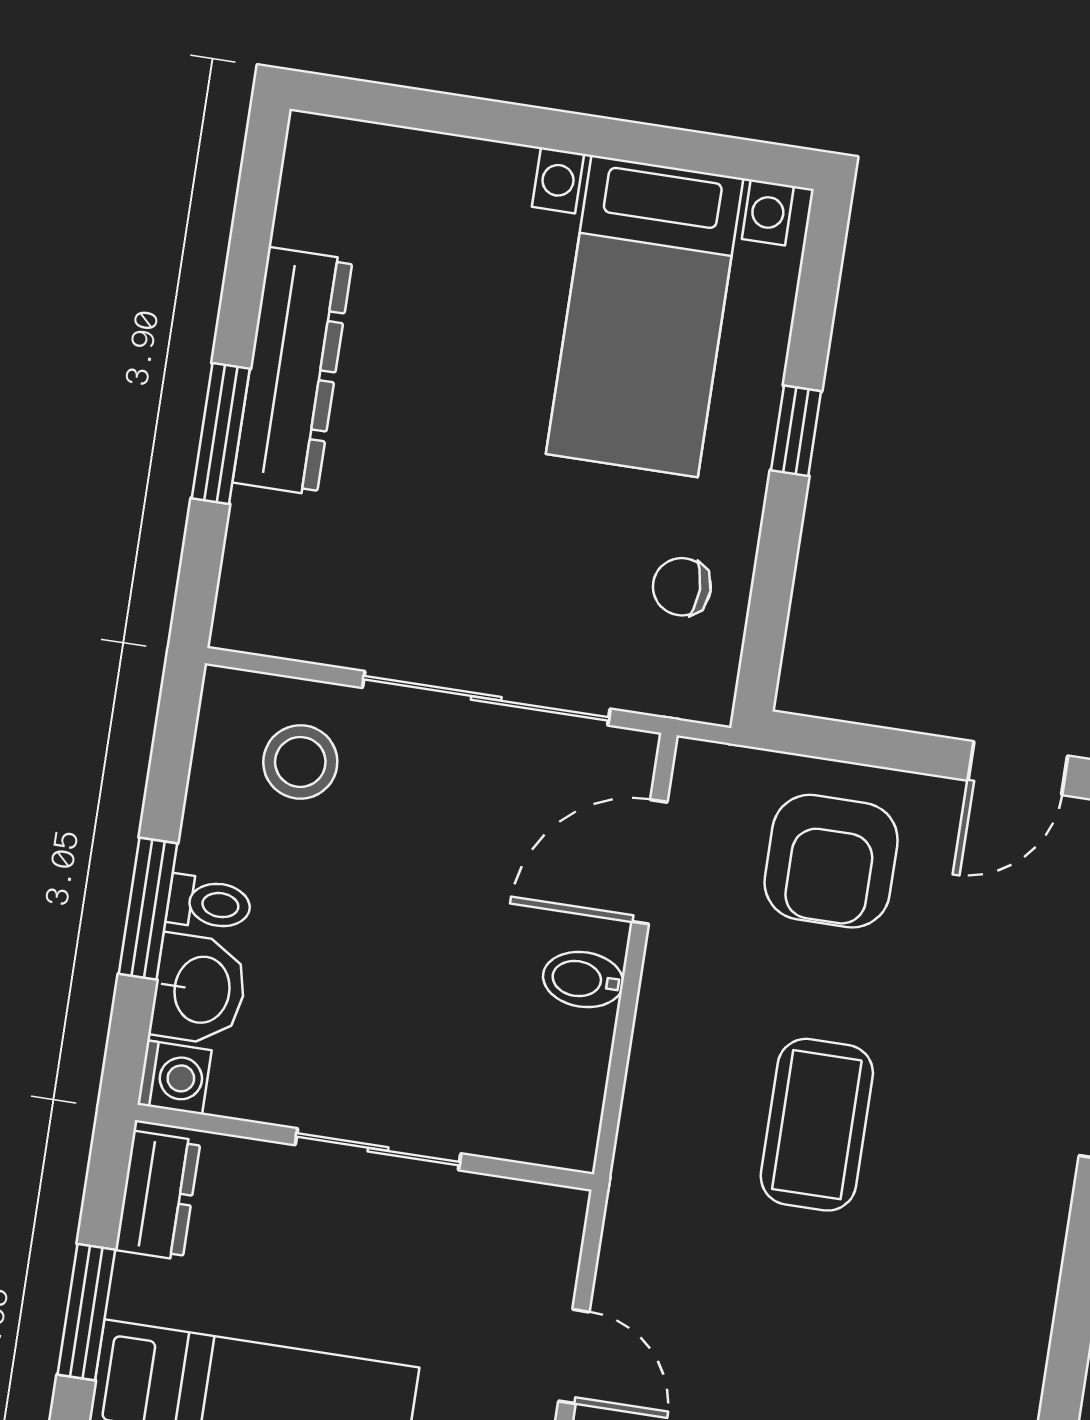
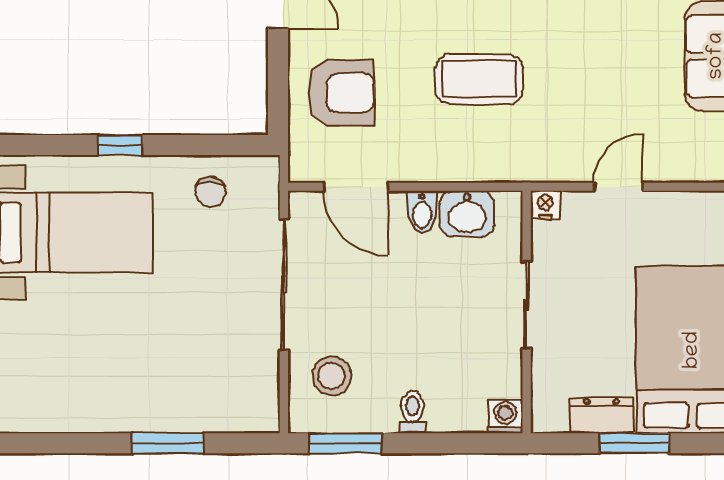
dresser: (293, 371) -> (130, 411), removed
window: (148, 909) -> (345, 443), moved
washbasin: (199, 989) -> (467, 214), moved, turned 180
dresser: (158, 1195) -> (601, 415), moved
nightstand: (561, 1214) -> (545, 205), added

